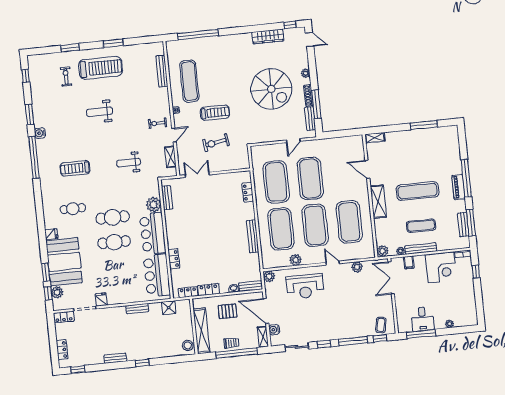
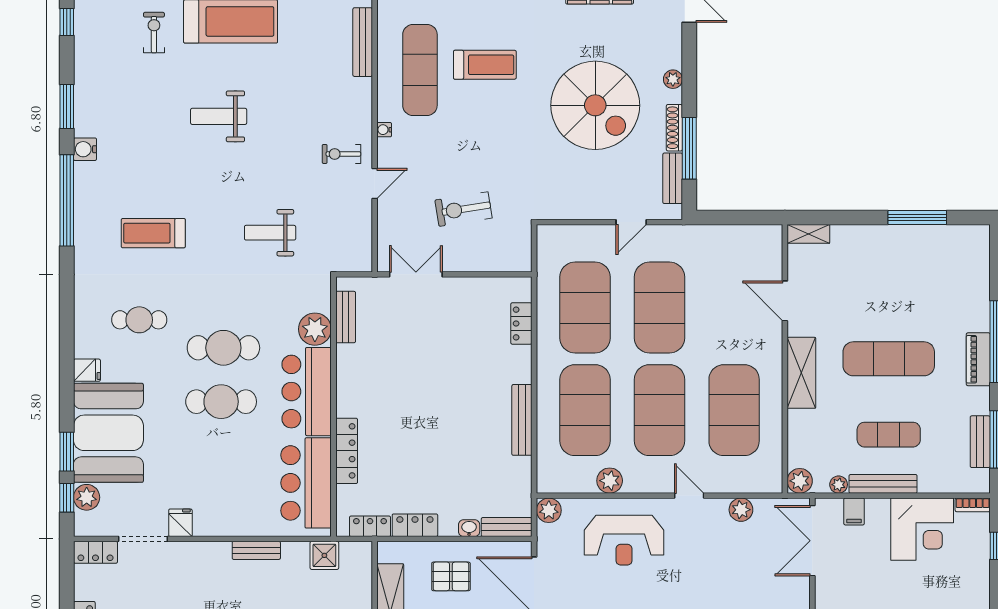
treadmill: (215, 113) -> (485, 65), moved
shelving: (170, 157) -> (362, 230), removed
locker: (174, 259) -> (347, 451), width x1.53

